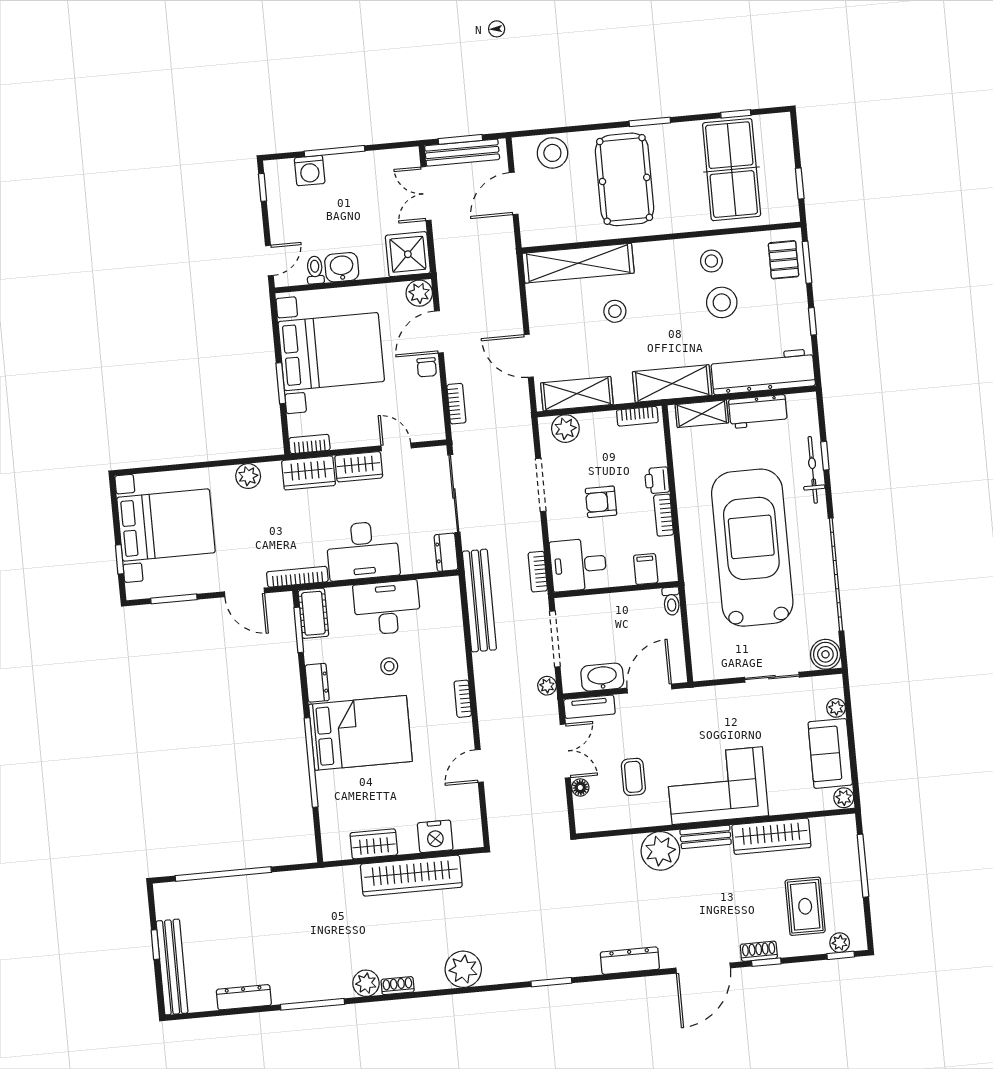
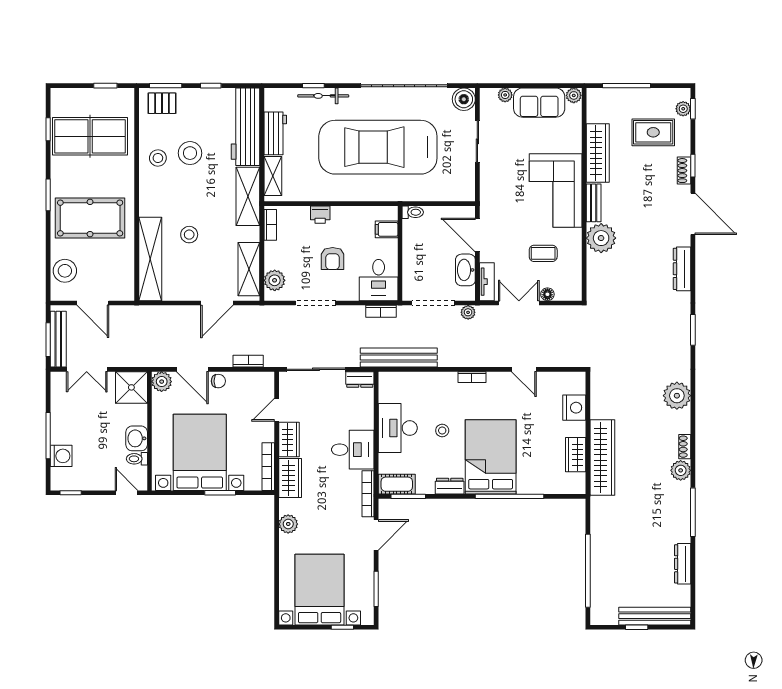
bookcase: (309, 444) -> (268, 467), width x1.56
bookcase: (664, 515) -> (347, 212), removed
desk: (363, 551) -> (353, 450), width x0.73
wardrobe: (411, 876) -> (602, 457), moved

